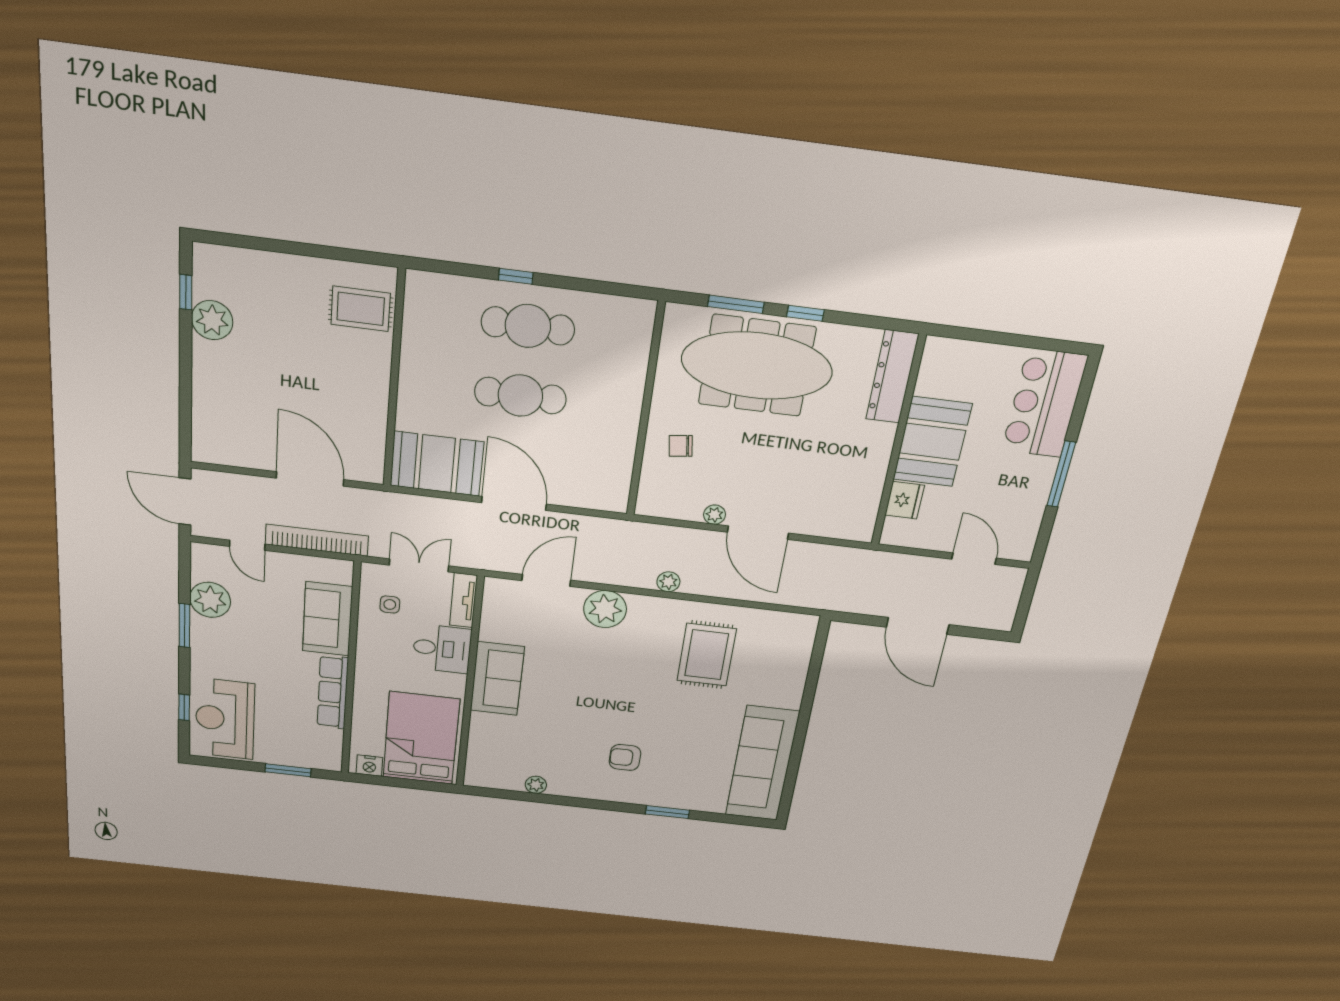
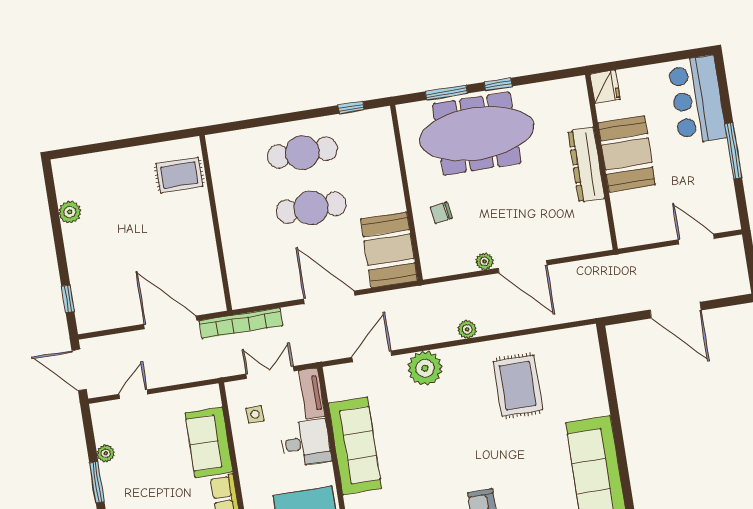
window: (516, 276) -> (351, 107), moved
window: (186, 292) -> (68, 299), moved
plant: (212, 320) -> (70, 212), width x0.73, depth x0.73
dresser: (892, 377) -> (586, 165), moved
booth: (437, 464) -> (389, 250), moved, turned 90
fridge: (905, 500) -> (605, 87), moved
bookcase: (317, 540) -> (241, 323), moved, turned 180
door: (247, 545) -> (133, 394), swing flipped
plant: (210, 600) -> (106, 453), width x0.53, depth x0.53
sofa: (497, 679) -> (355, 446), width x1.36

